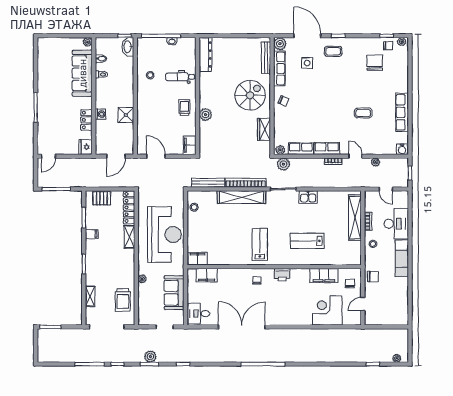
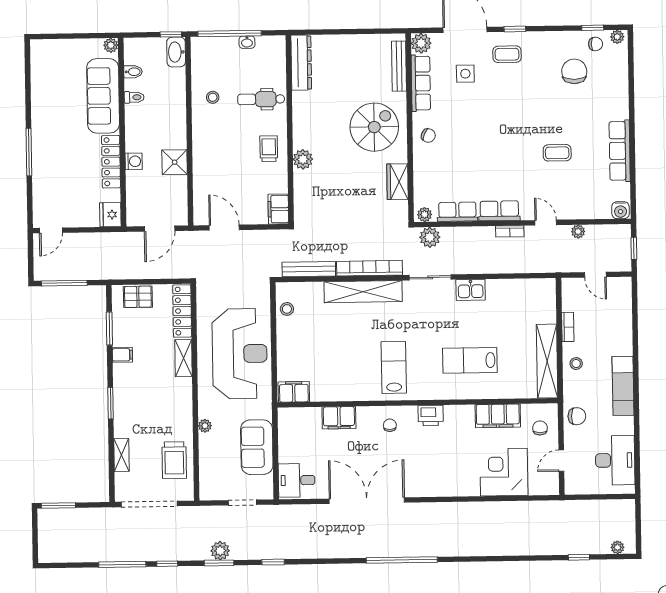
locker: (86, 120) -> (111, 162), width x1.53
shelving: (355, 218) -> (547, 361), moved
desk: (396, 224) -> (615, 460), moved
filing cabinet: (207, 275) -> (339, 418), moved

